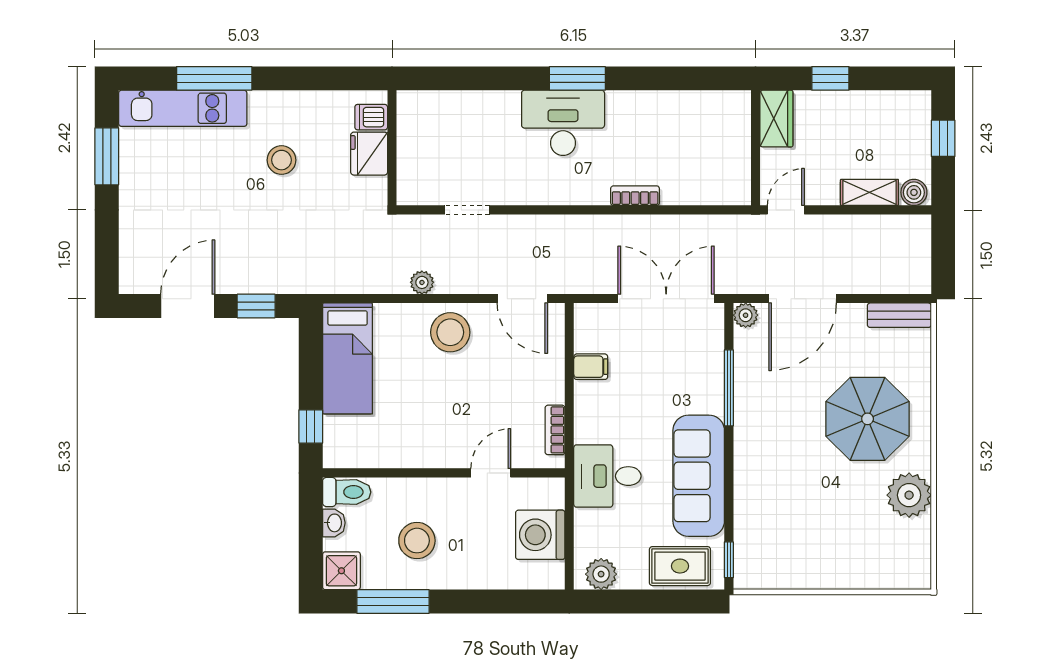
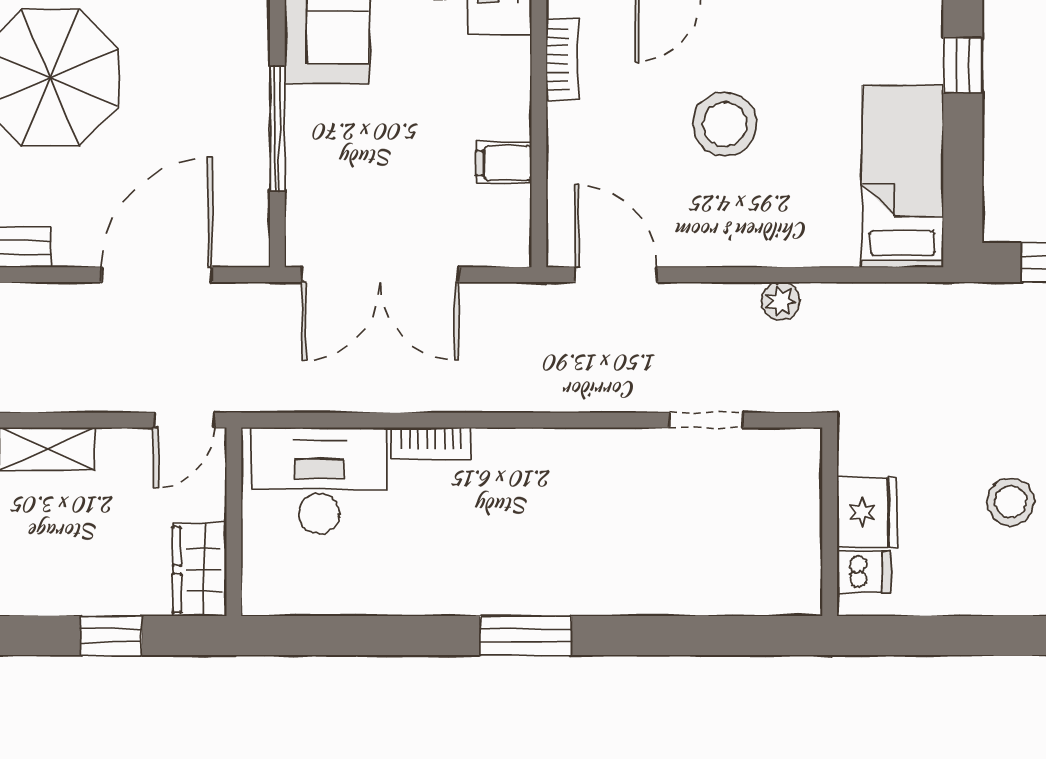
desk: (563, 123) -> (319, 481), moved, turned 180
plant: (746, 315) -> (250, 247), removed
stool: (450, 332) -> (725, 124), moved

